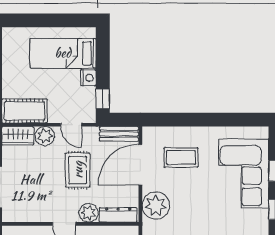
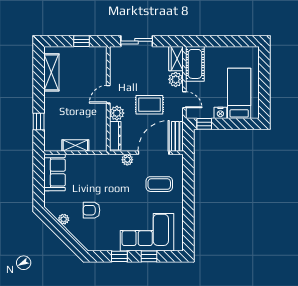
door: (71, 125) -> (184, 100), swing flipped
coffee table: (181, 157) -> (159, 184), turned 90
door: (140, 165) -> (154, 153), hinge flipped
plant: (156, 206) -> (127, 160), width x0.53, depth x0.53

